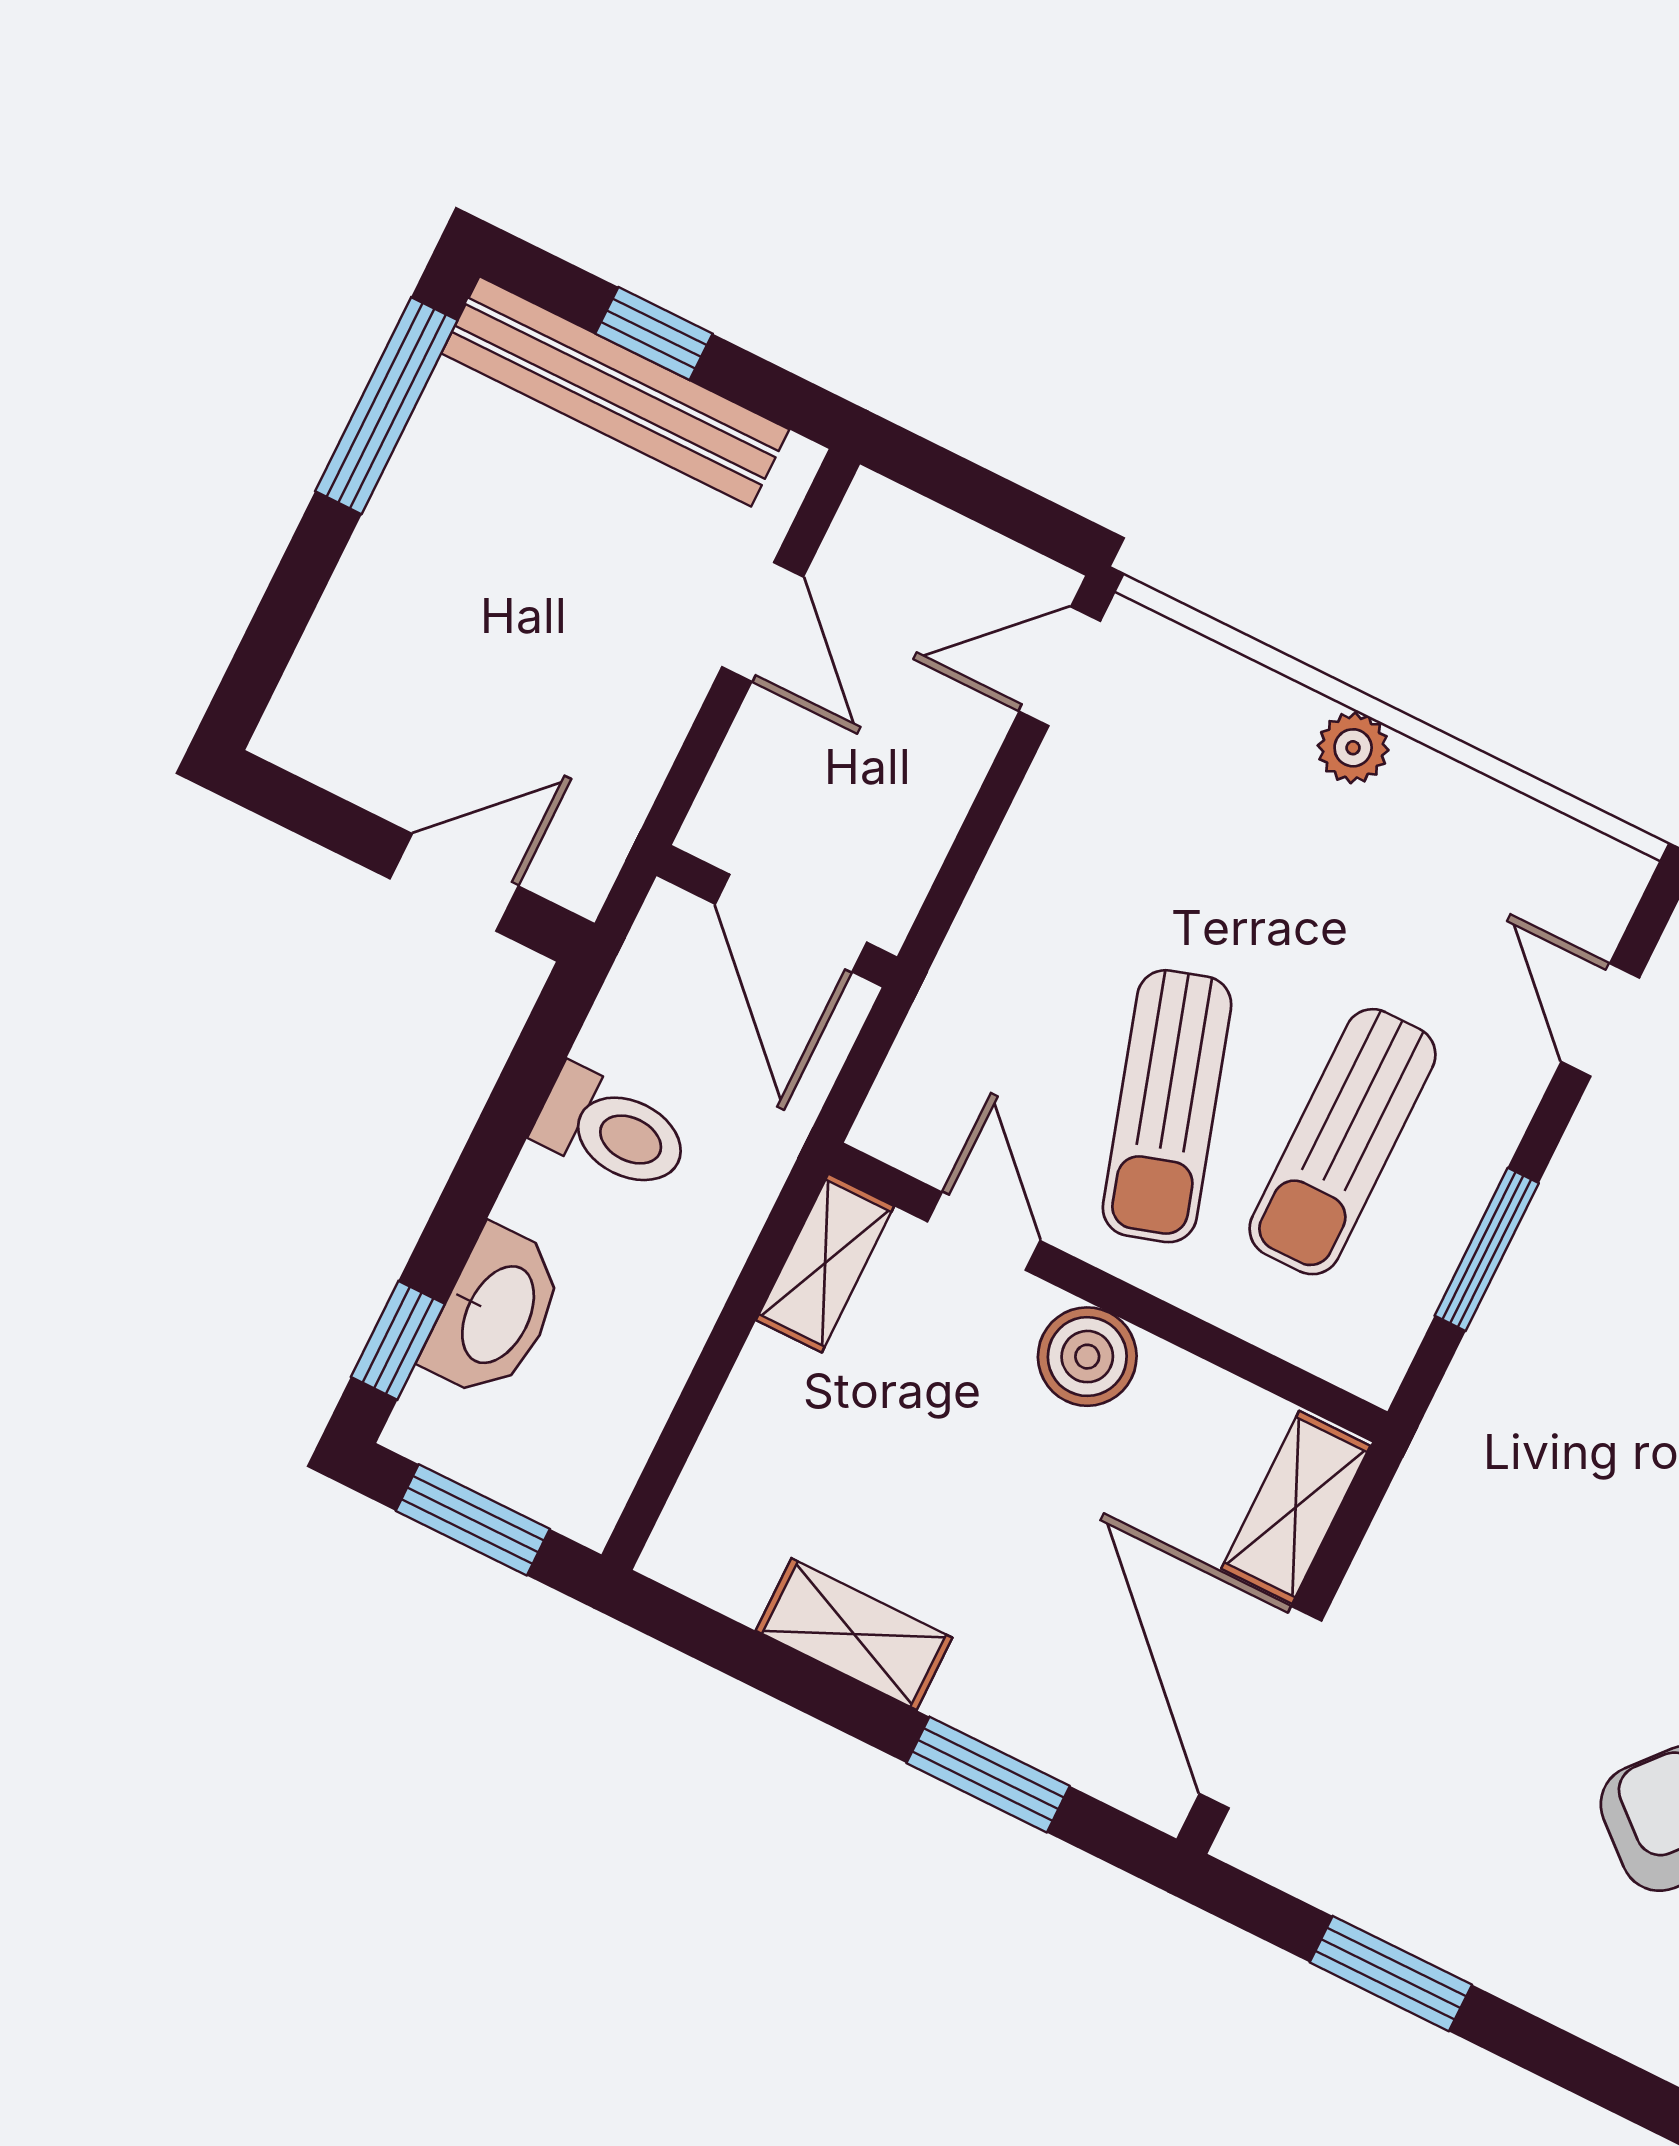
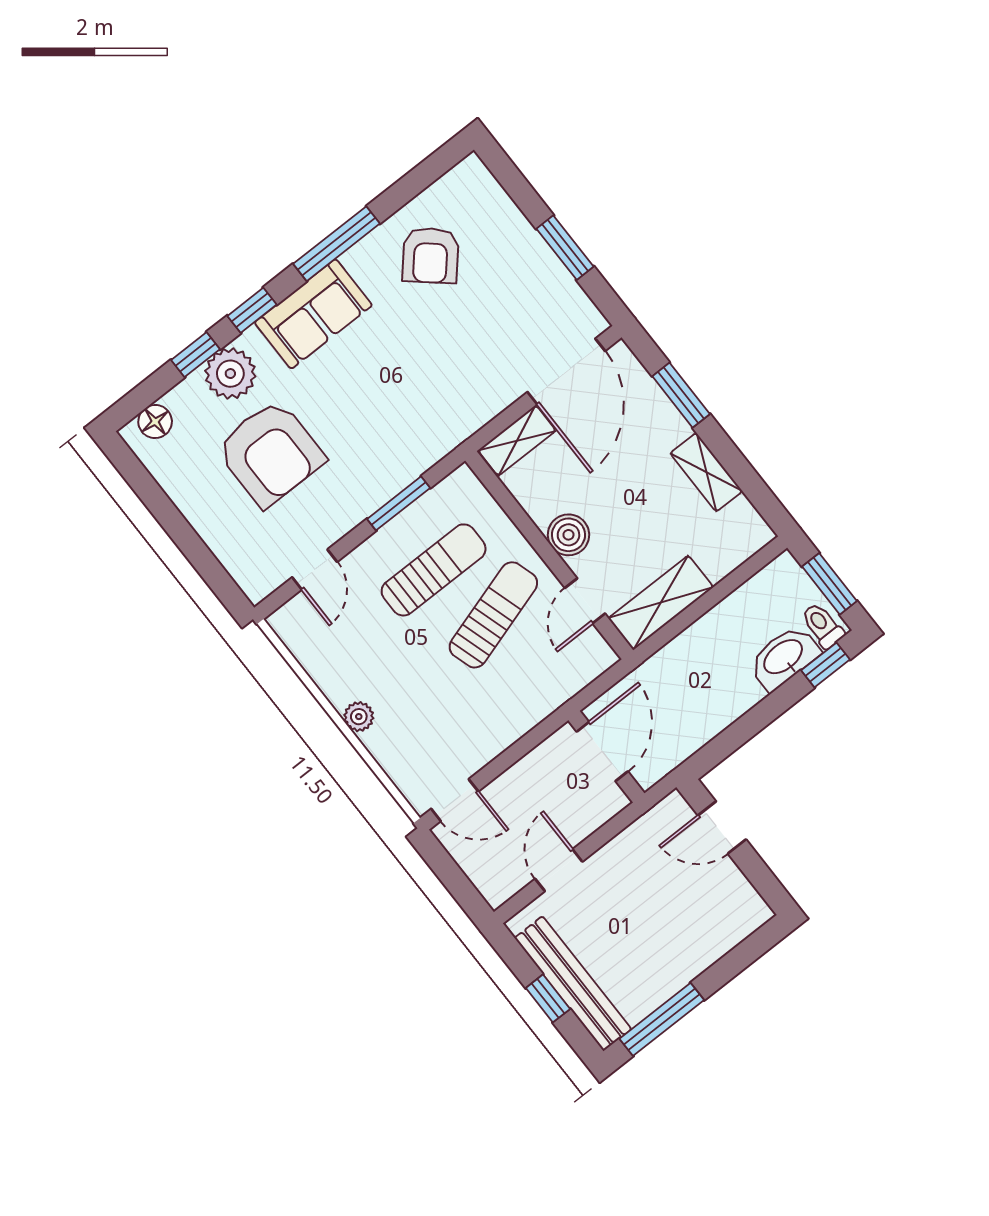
toilet: (612, 1130) -> (822, 625), moved, width x0.73, depth x0.72
shelving: (825, 1263) -> (661, 603), width x1.50, depth x1.33

